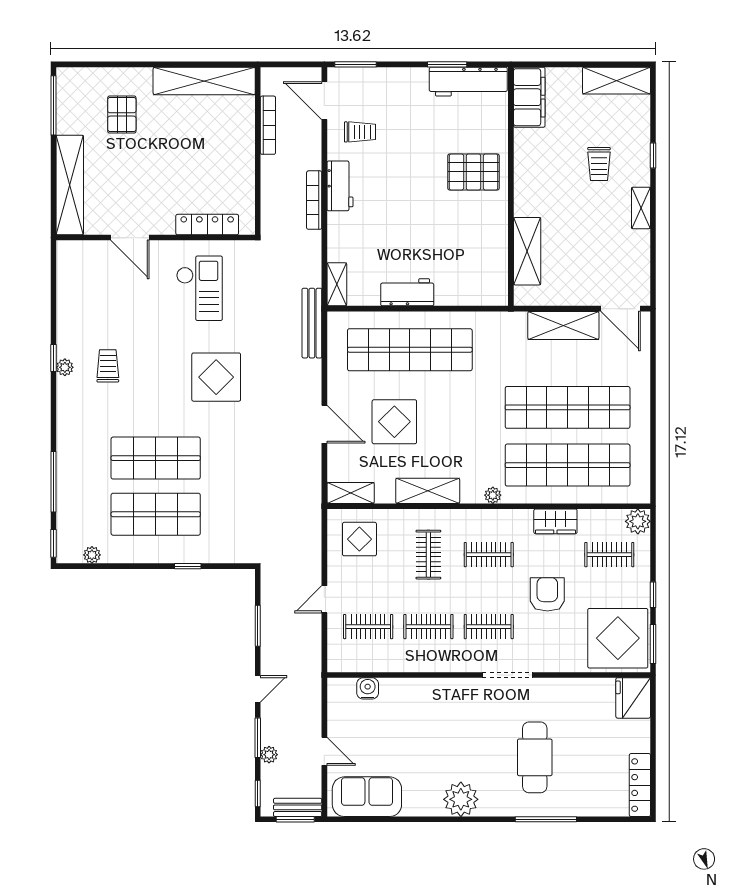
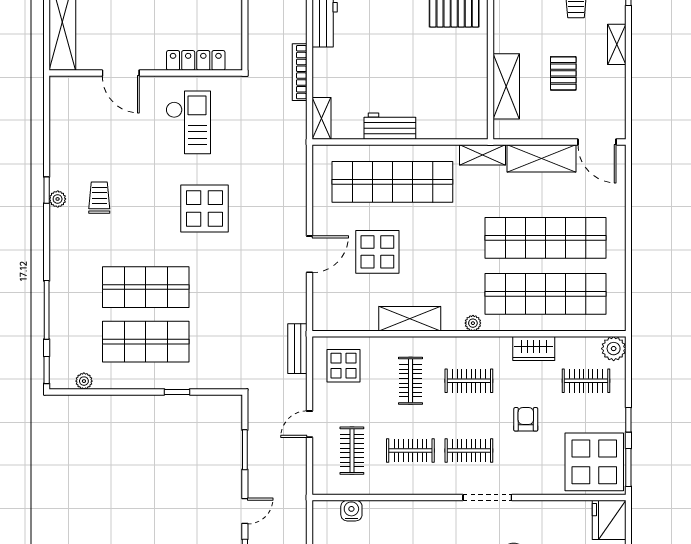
bookcase: (314, 200) -> (300, 72), moved
pallet: (586, 238) -> (563, 73), added
bench: (312, 323) -> (297, 349), moved, width x0.73
door: (324, 424) -> (309, 254), hinge flipped
shelving: (351, 493) -> (482, 155), moved
armchair: (547, 594) -> (526, 419), width x0.72, depth x0.72
clothes rail: (368, 627) -> (352, 451), turned 90

